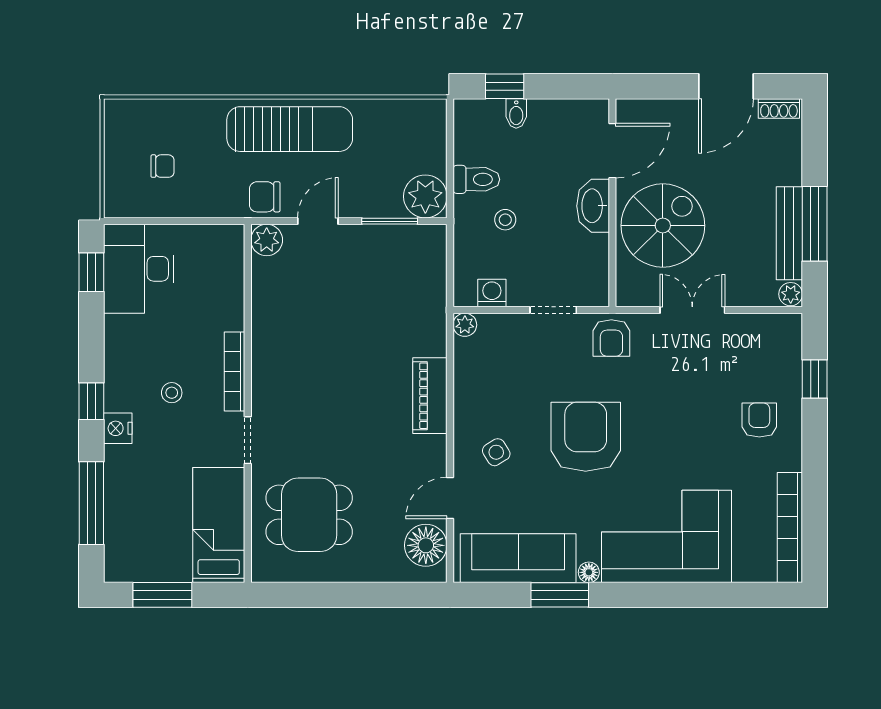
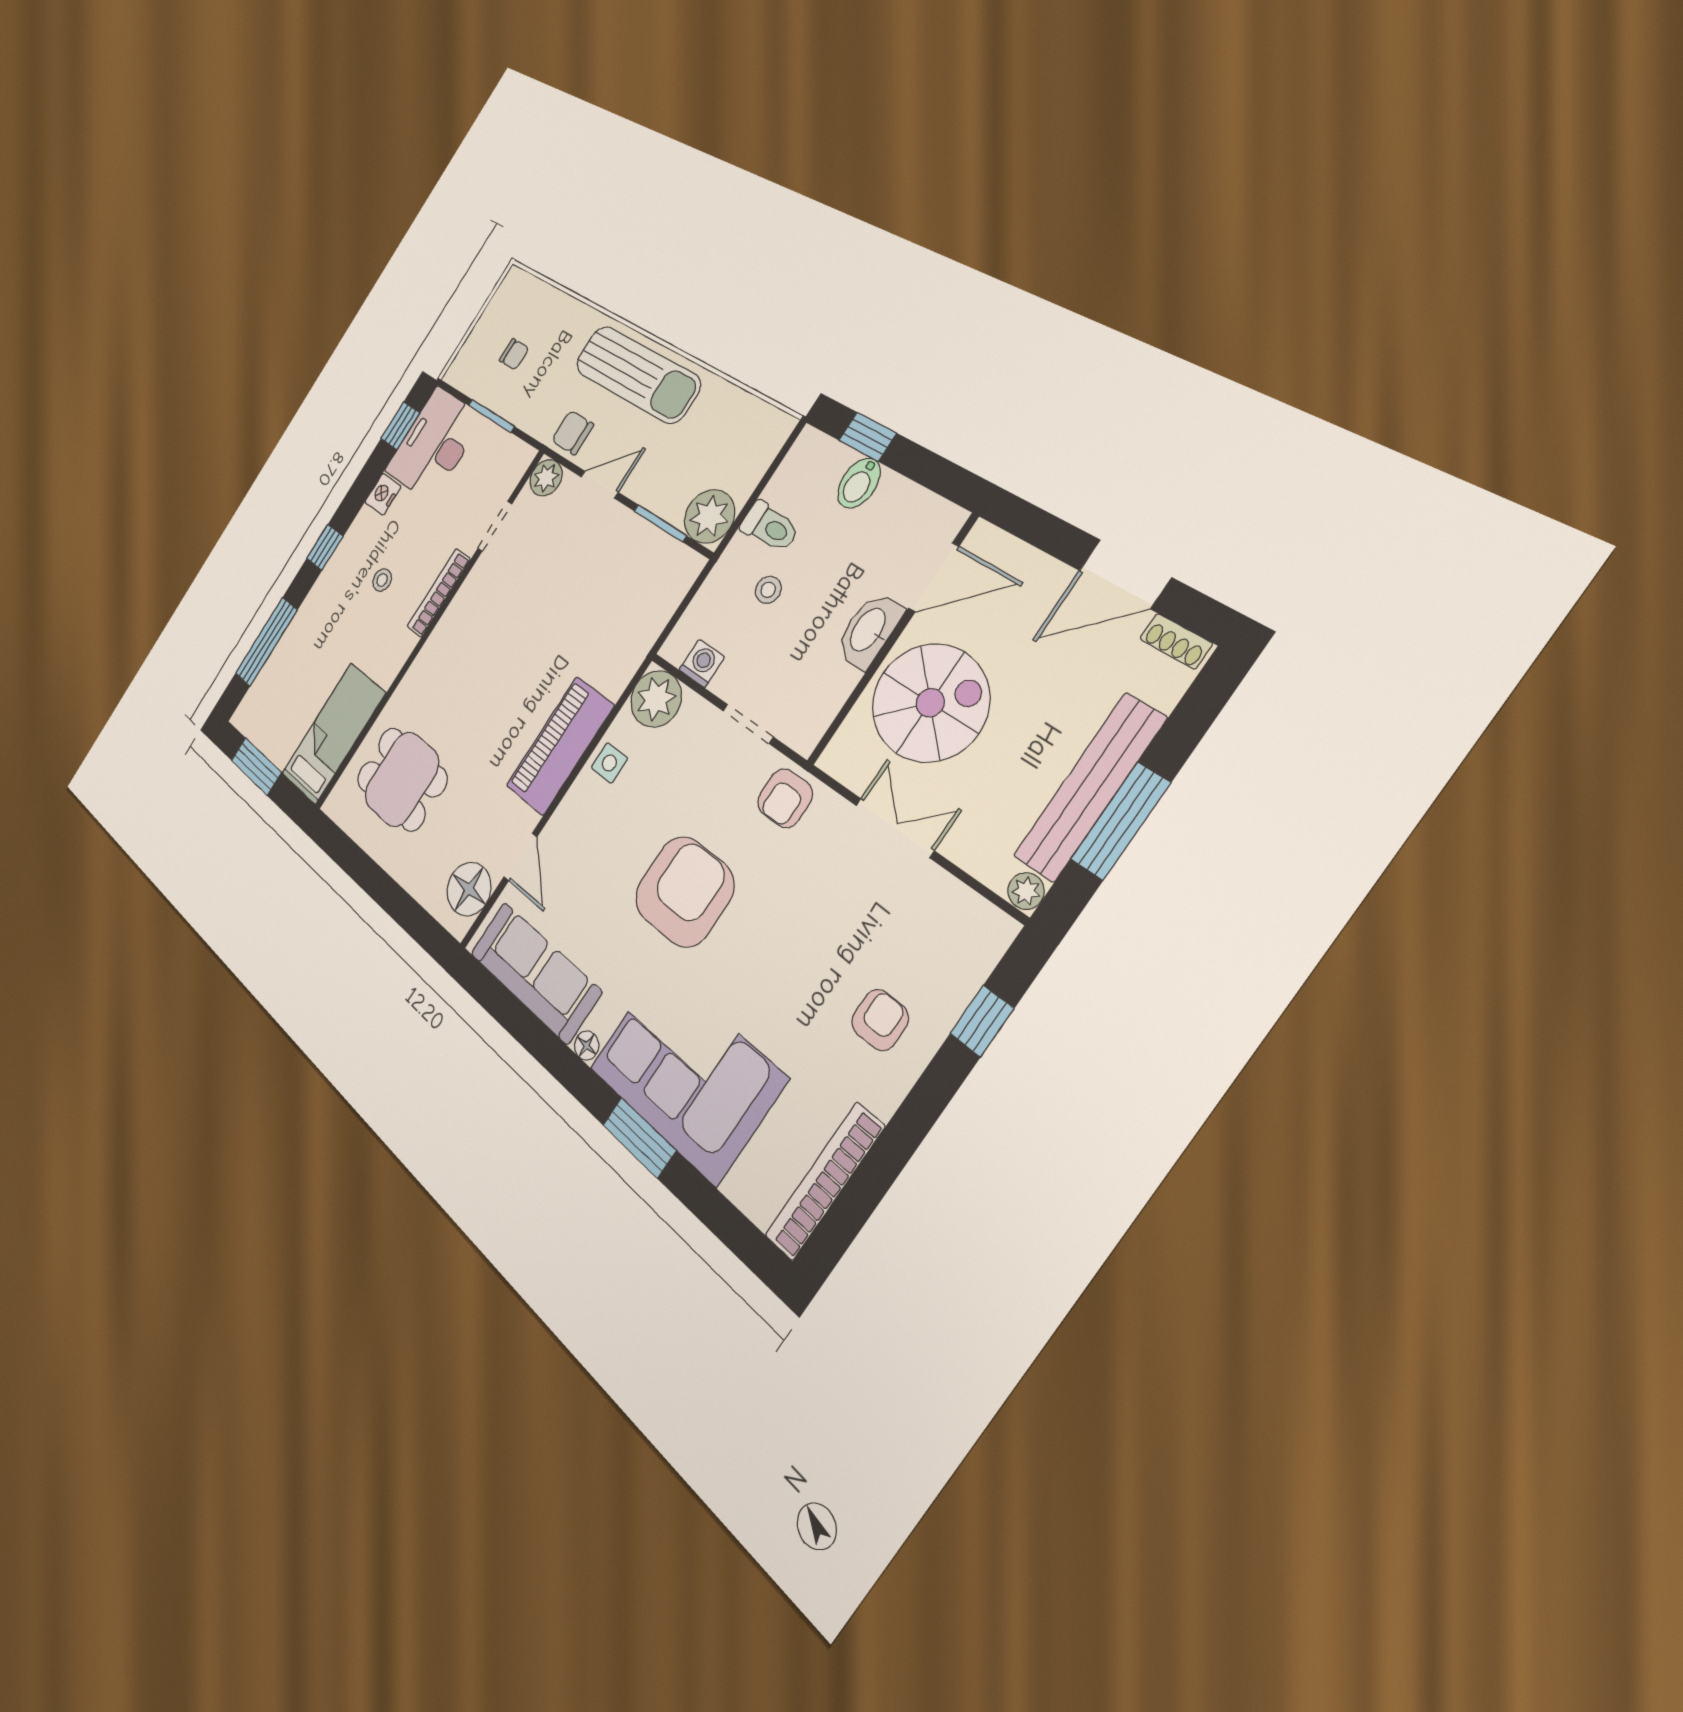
bidet: (516, 113) -> (859, 483), width x1.38, depth x1.36
window: (178, 221) -> (491, 416), added
bench: (789, 233) -> (1090, 787), width x1.37, depth x1.21
plant: (465, 325) -> (656, 699), width x1.87, depth x1.87
piano: (430, 396) -> (560, 746), width x1.37, depth x1.33
nightstand: (118, 428) -> (383, 494), moved
doorway: (248, 440) -> (495, 526), moved
side table: (496, 452) -> (609, 763), moved, turned 32
door: (450, 498) -> (520, 857), swing flipped
window: (560, 595) -> (639, 1138), moved

